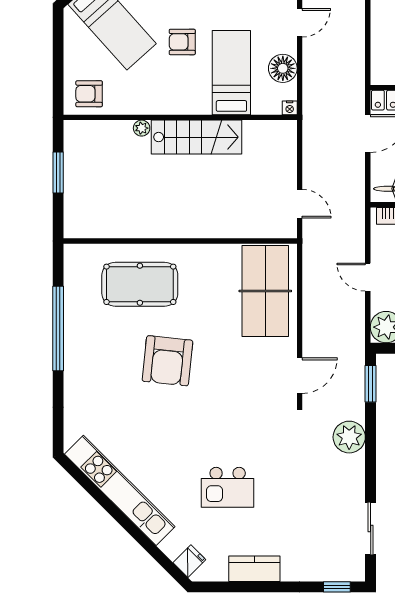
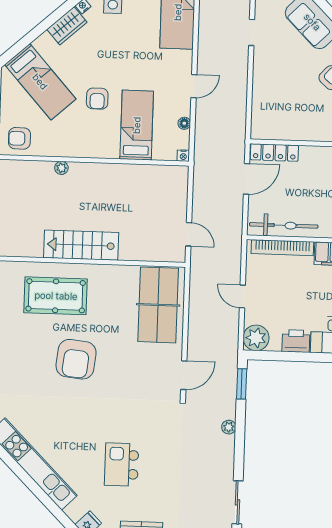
armchair: (182, 42) -> (97, 99), turned -90
floor lamp: (283, 68) -> (184, 123), width x0.53, depth x0.53
stairs: (197, 137) -> (81, 245), moved, turned 180
plant: (349, 437) -> (229, 427), width x0.53, depth x0.53
kitchen island: (228, 487) -> (122, 464), turned 90

